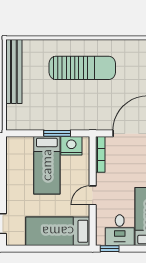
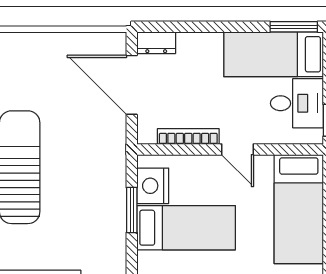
bookcase: (100, 154) -> (188, 136), moved

